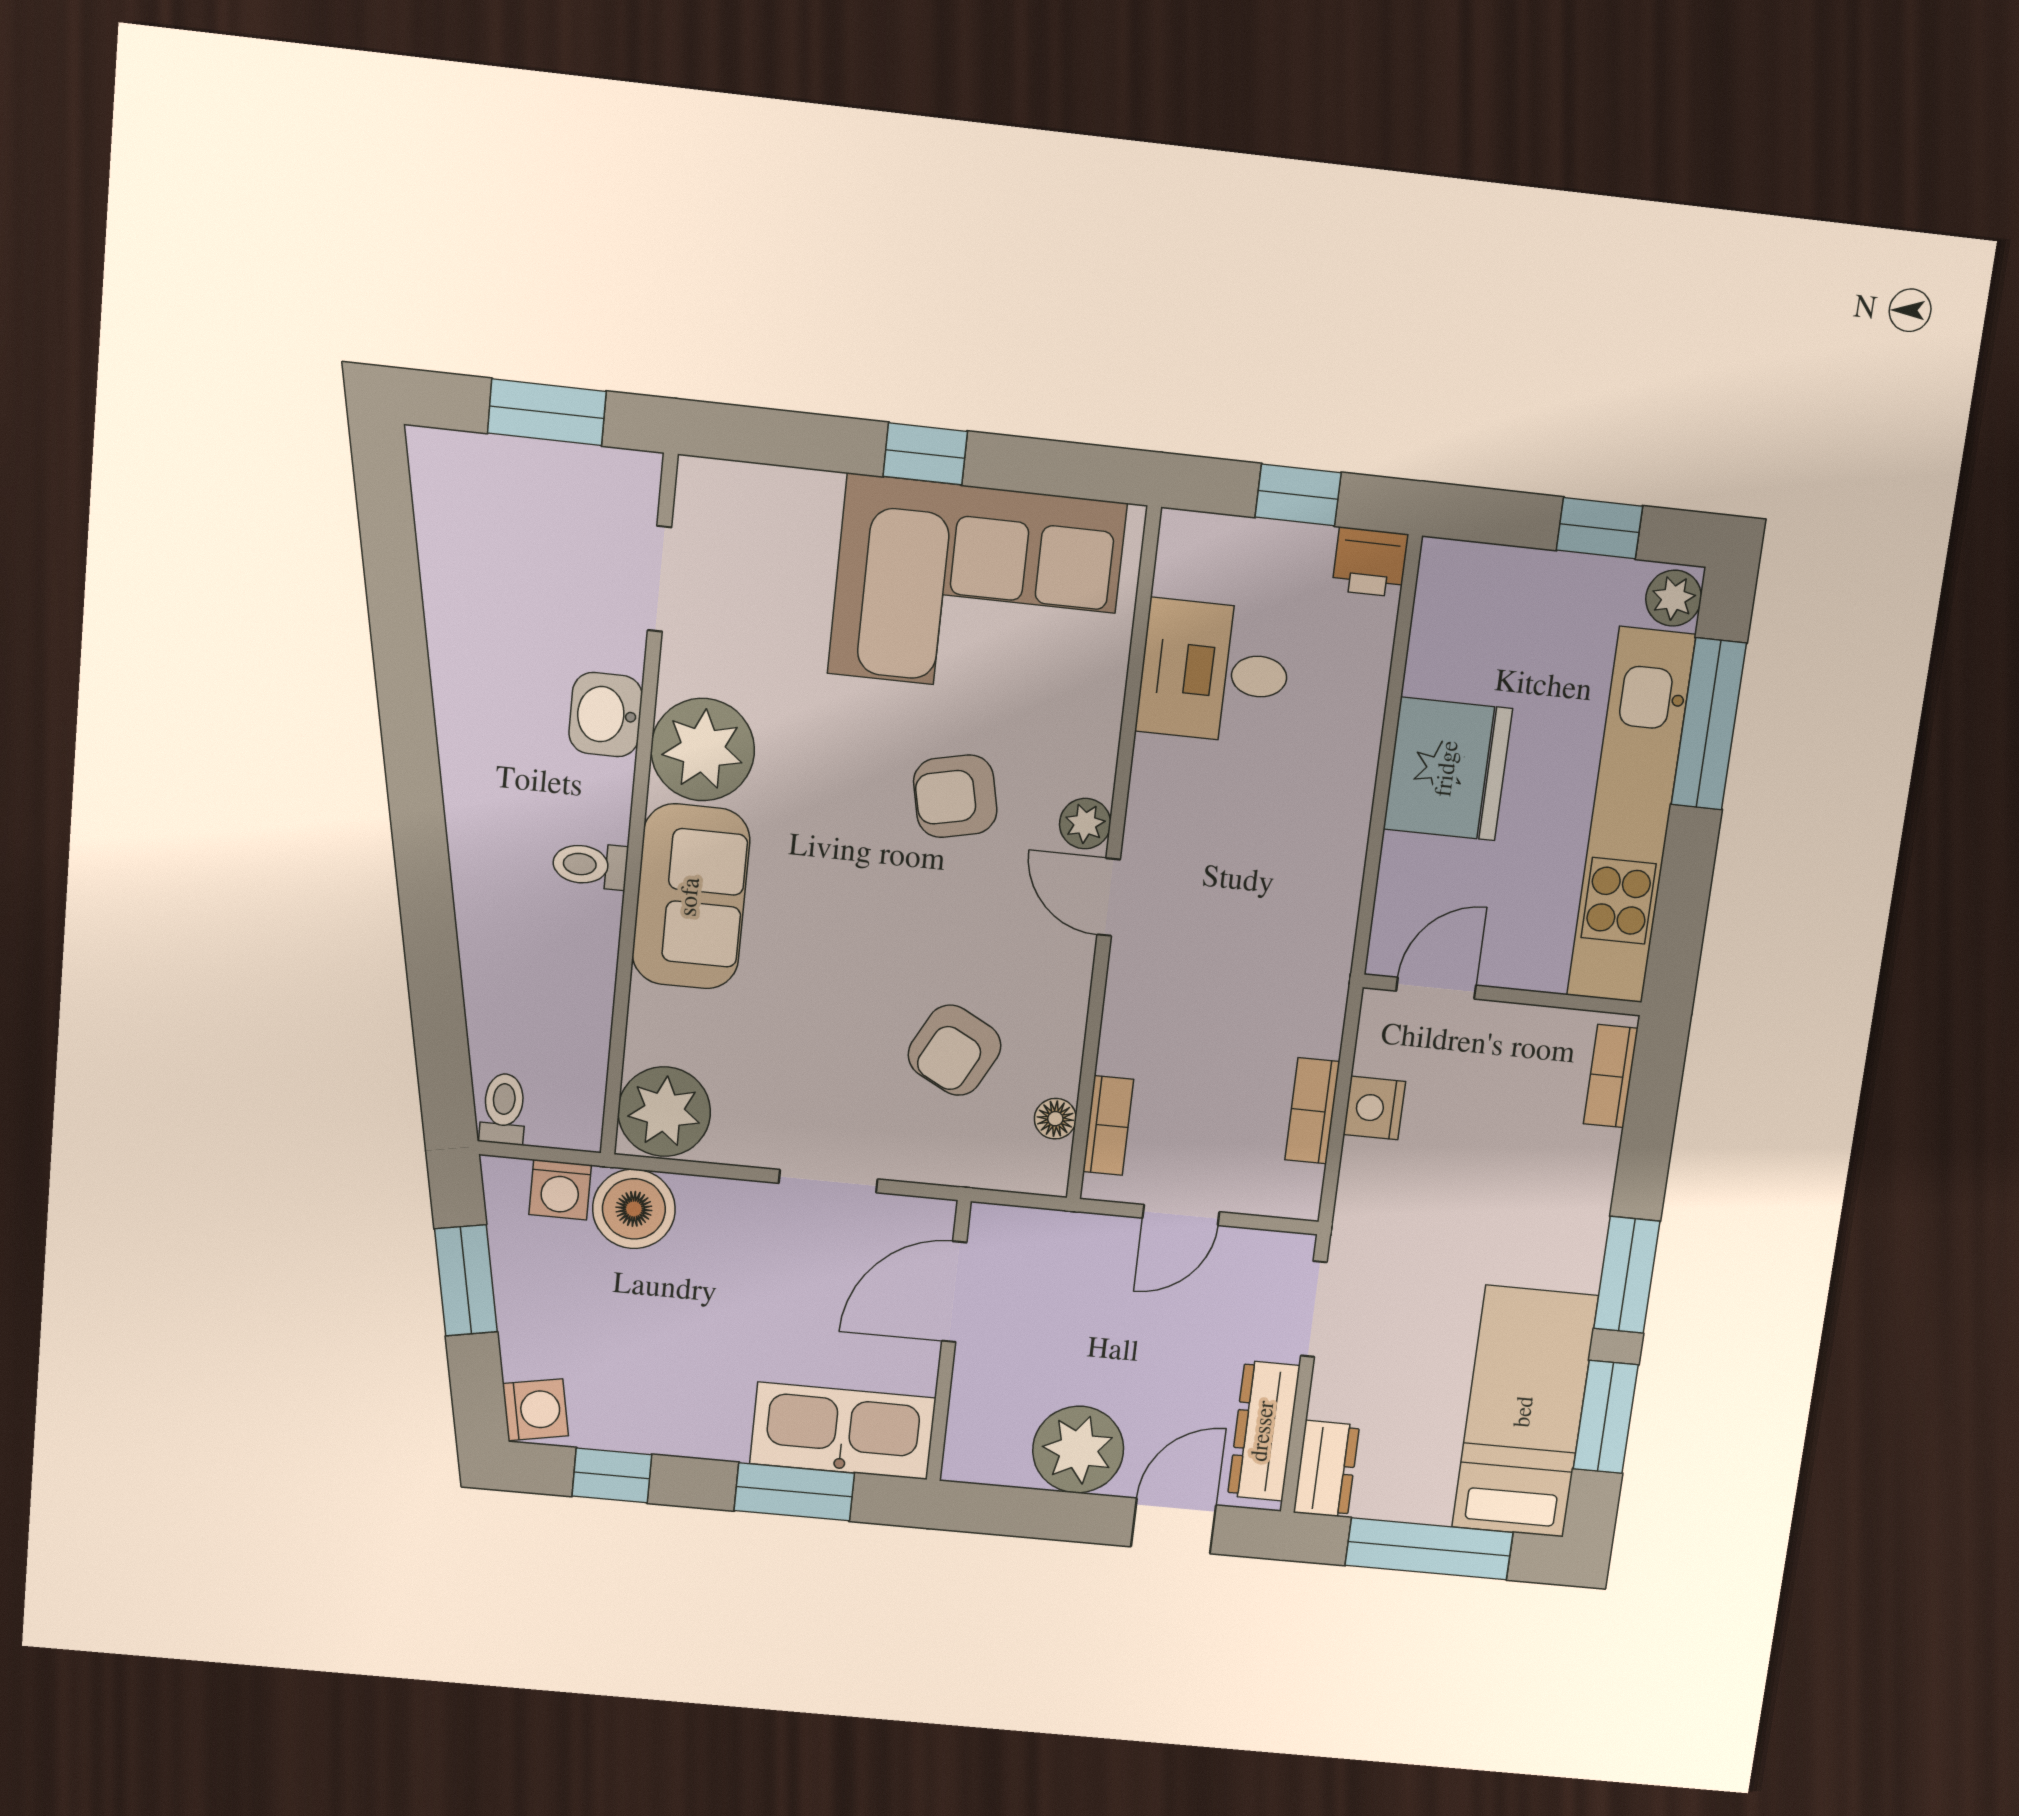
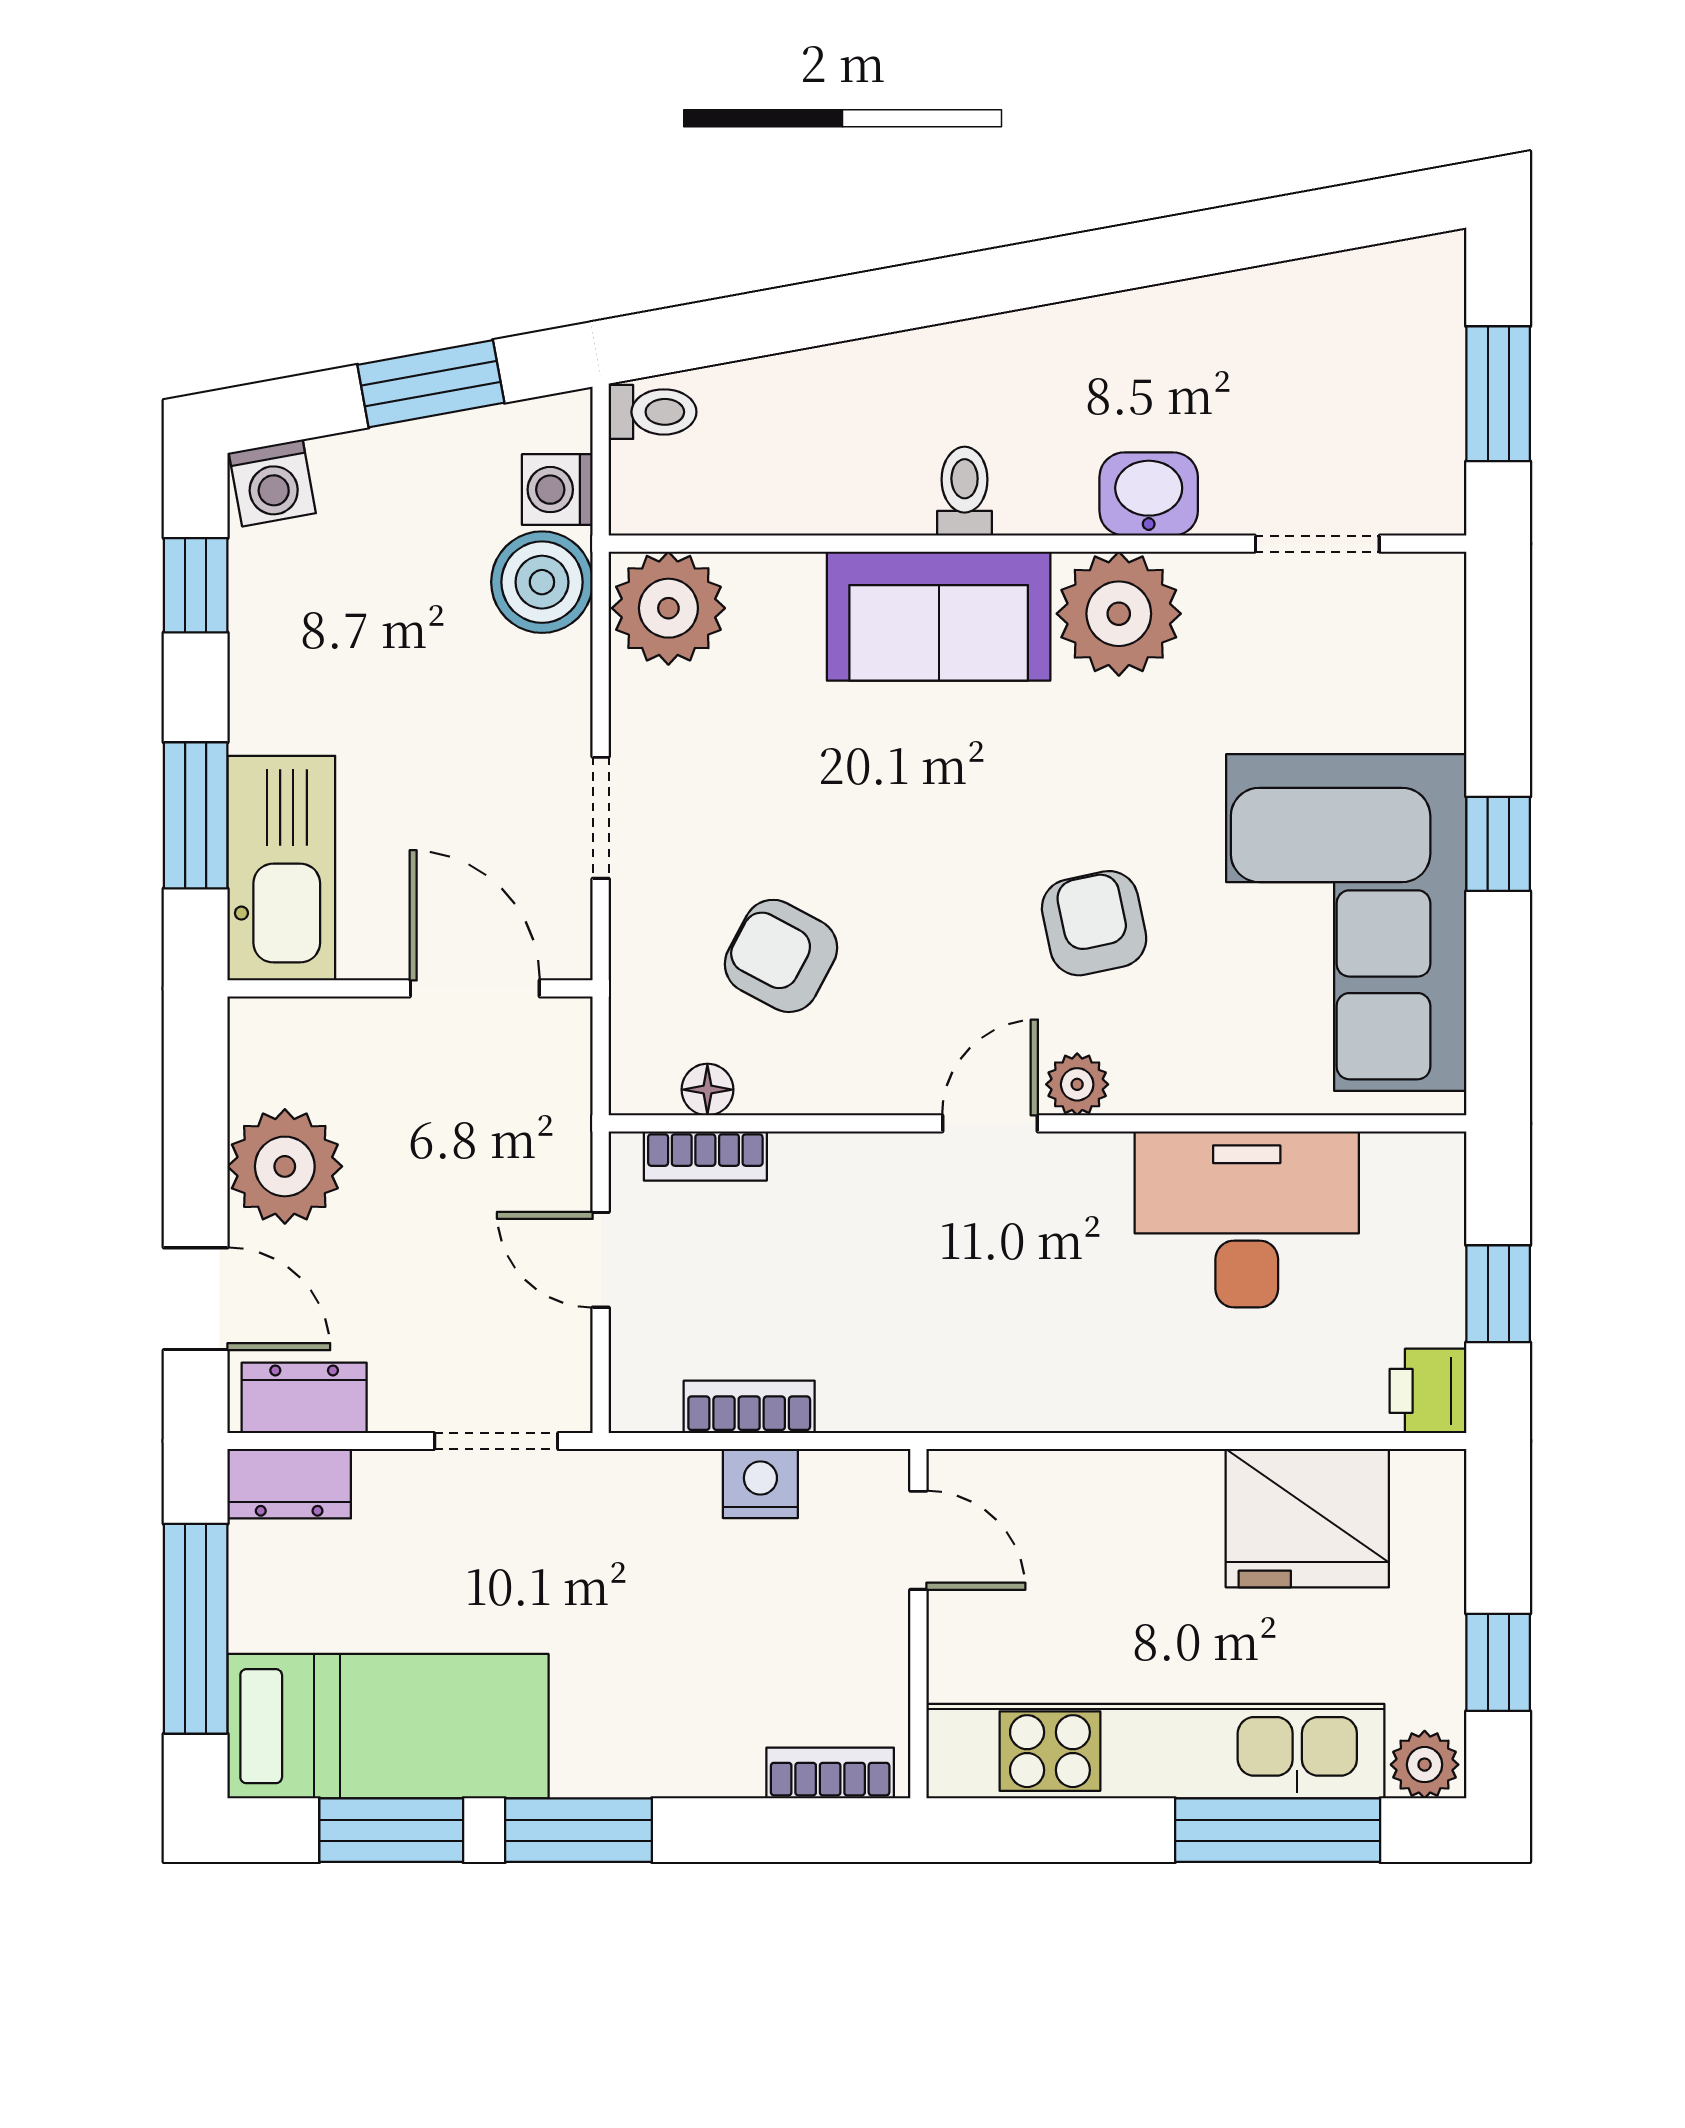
desk: (1214, 672) -> (1247, 1219), width x1.37
fridge: (1448, 769) -> (1307, 1518), moved
dresser: (1264, 1431) -> (304, 1398), width x0.70

